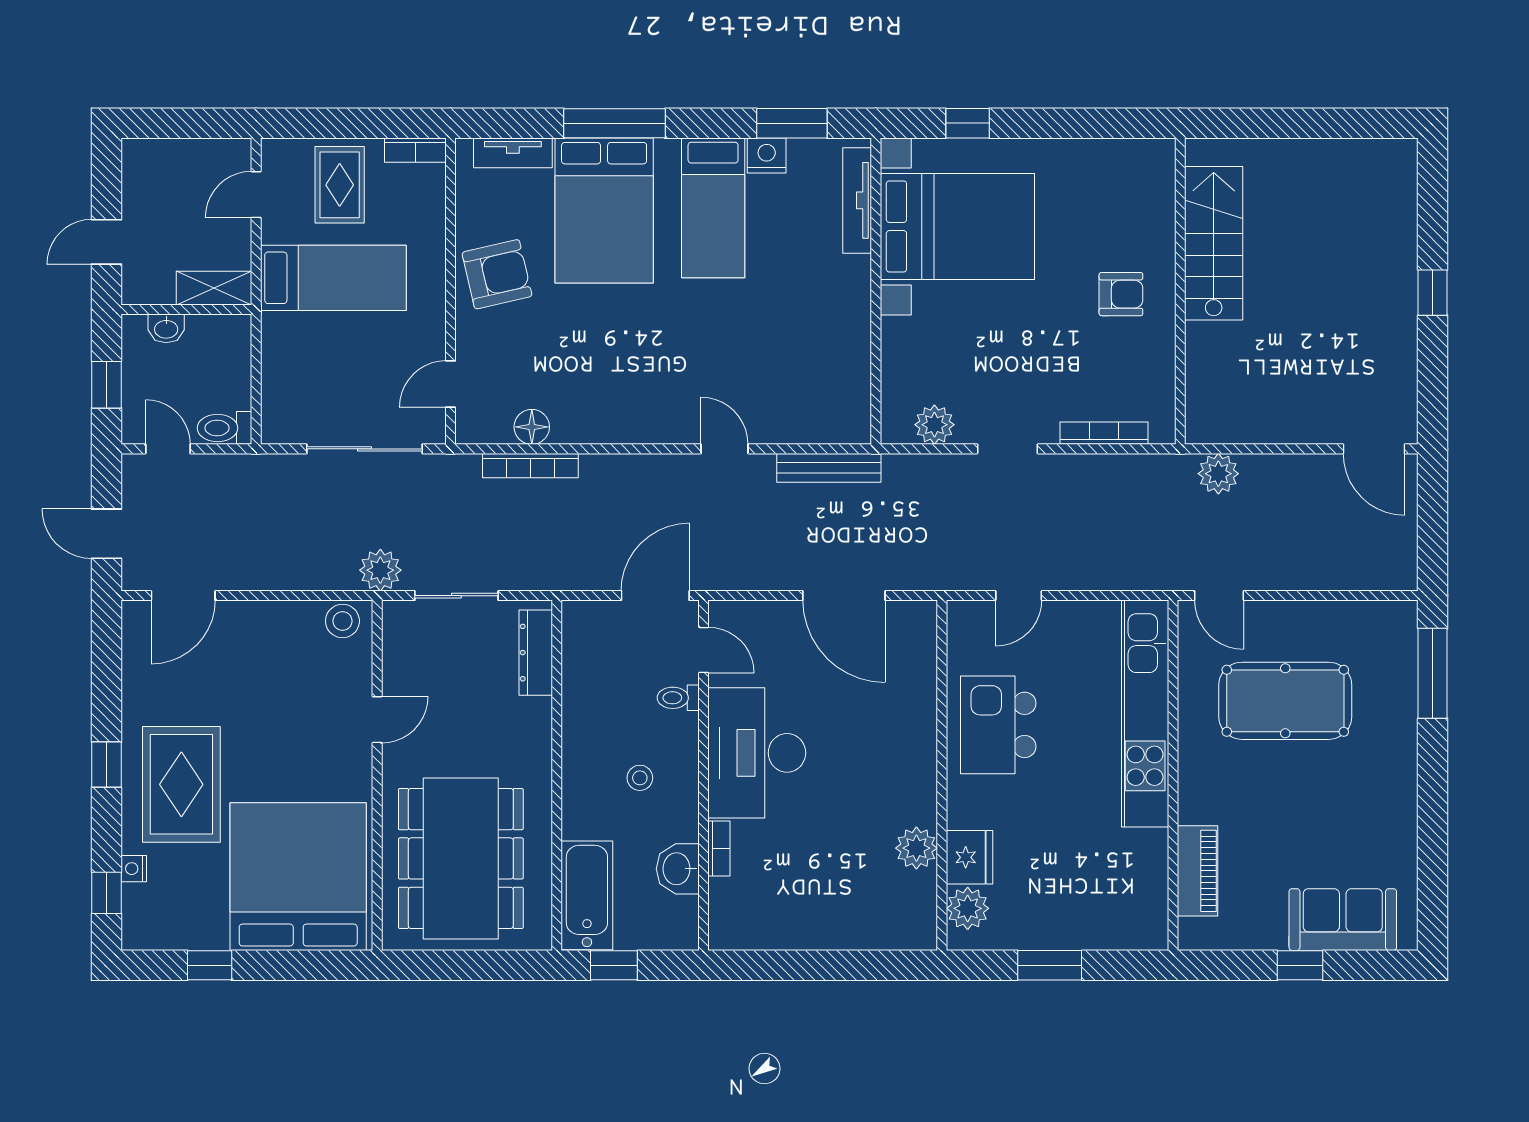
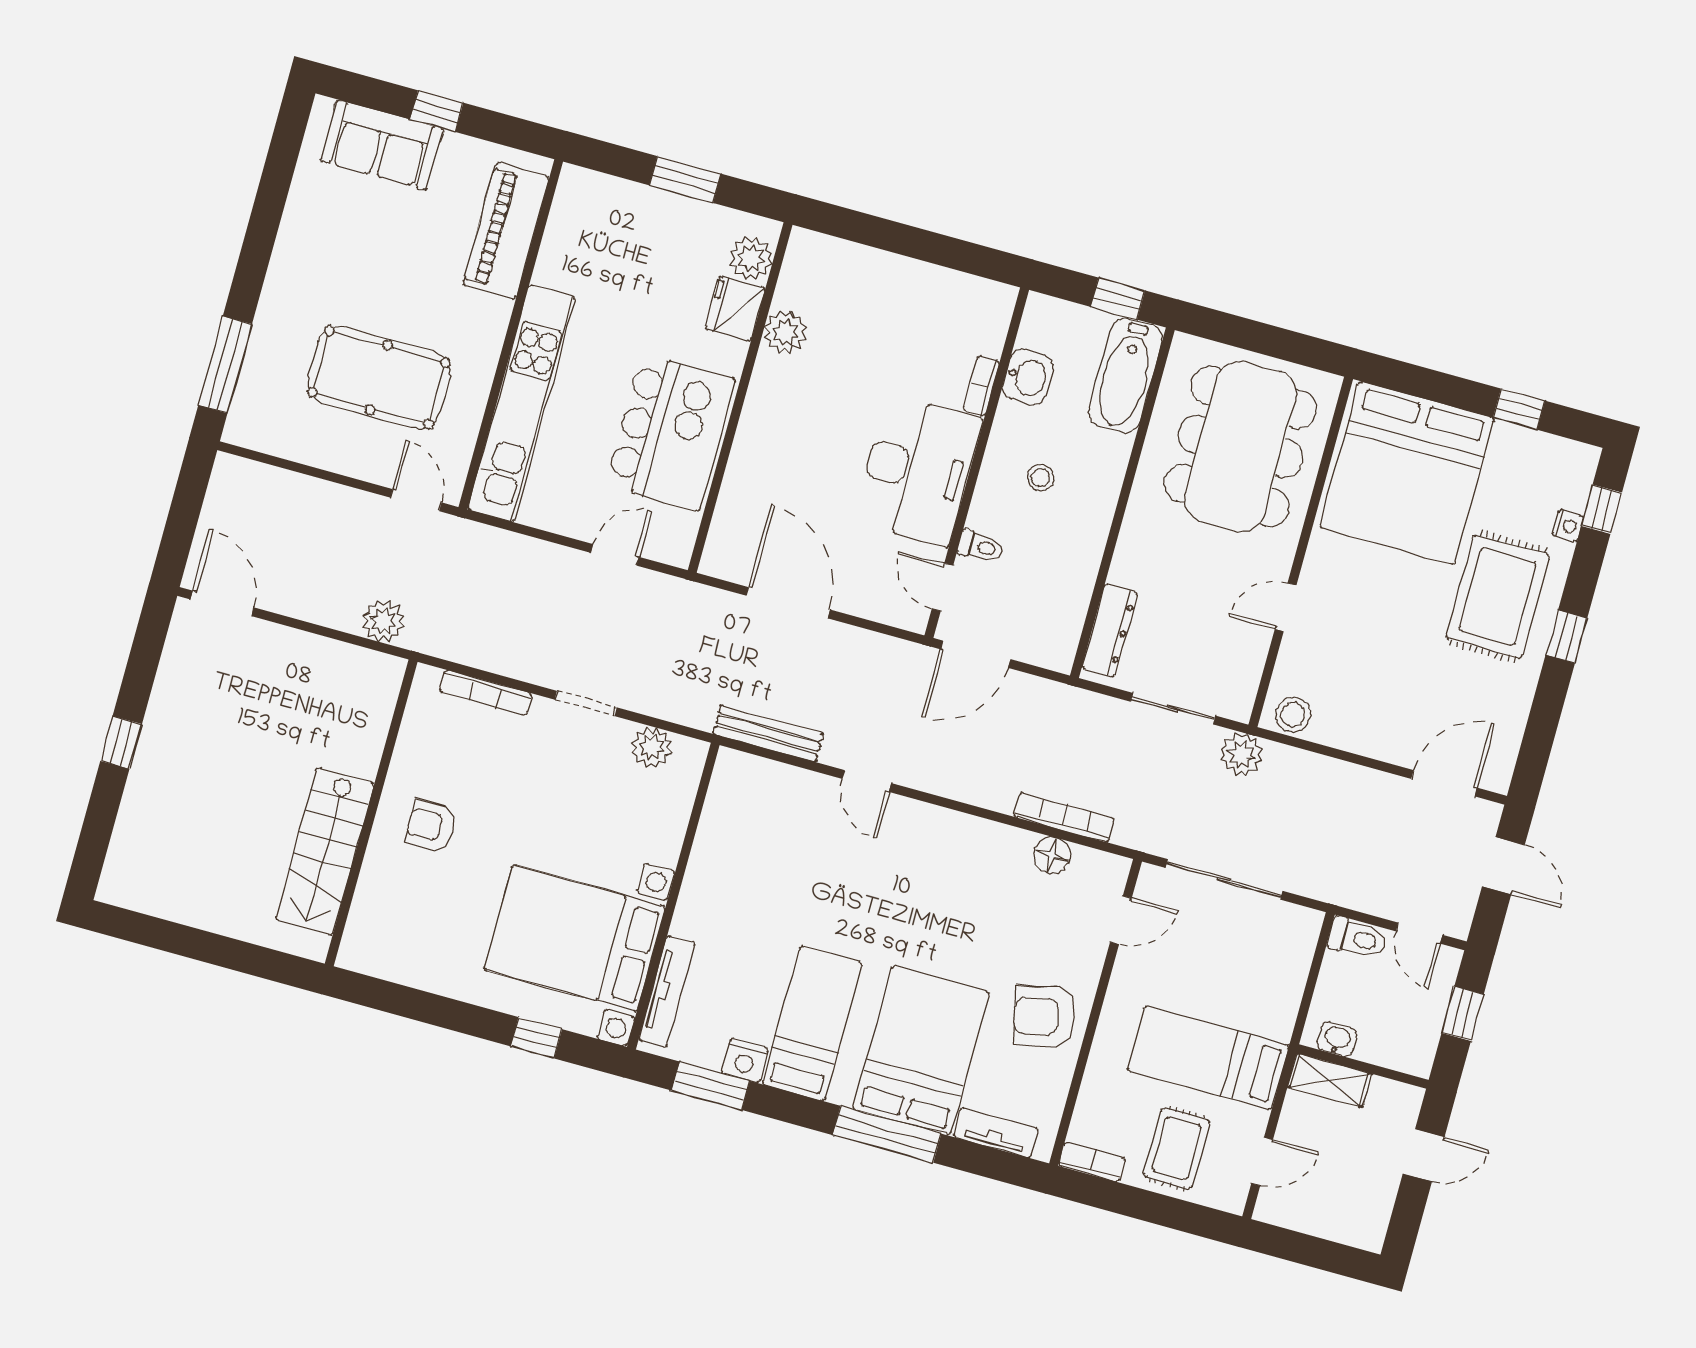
washbasin: (166, 328) -> (1337, 1039), moved
kitchen island: (998, 725) -> (670, 432), width x1.37, depth x1.28
piano: (1198, 871) -> (506, 231), width x1.37, depth x1.33

